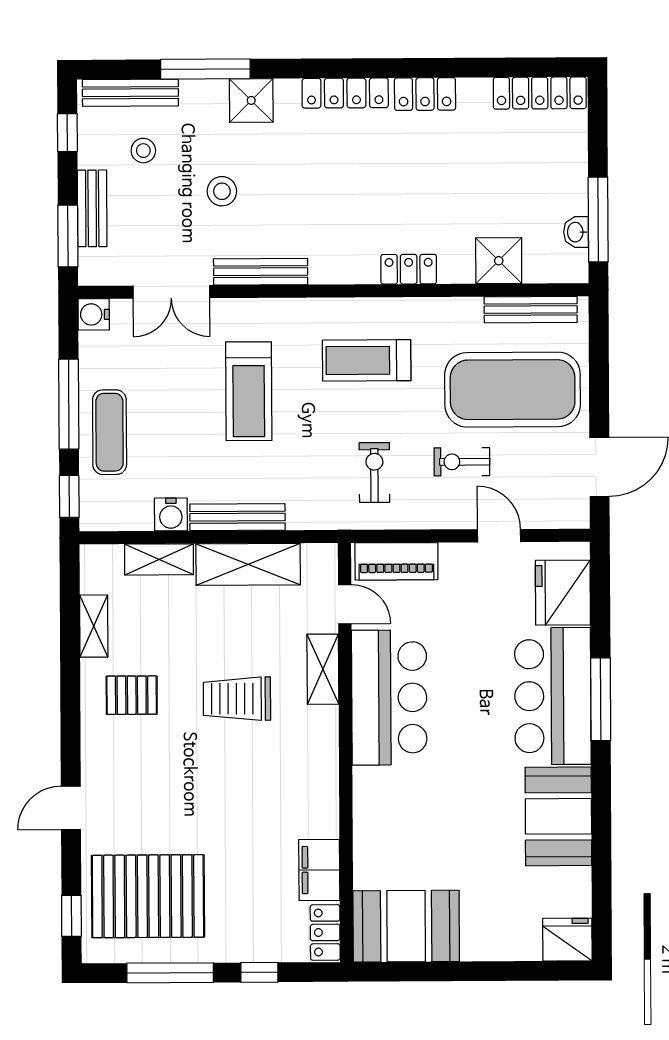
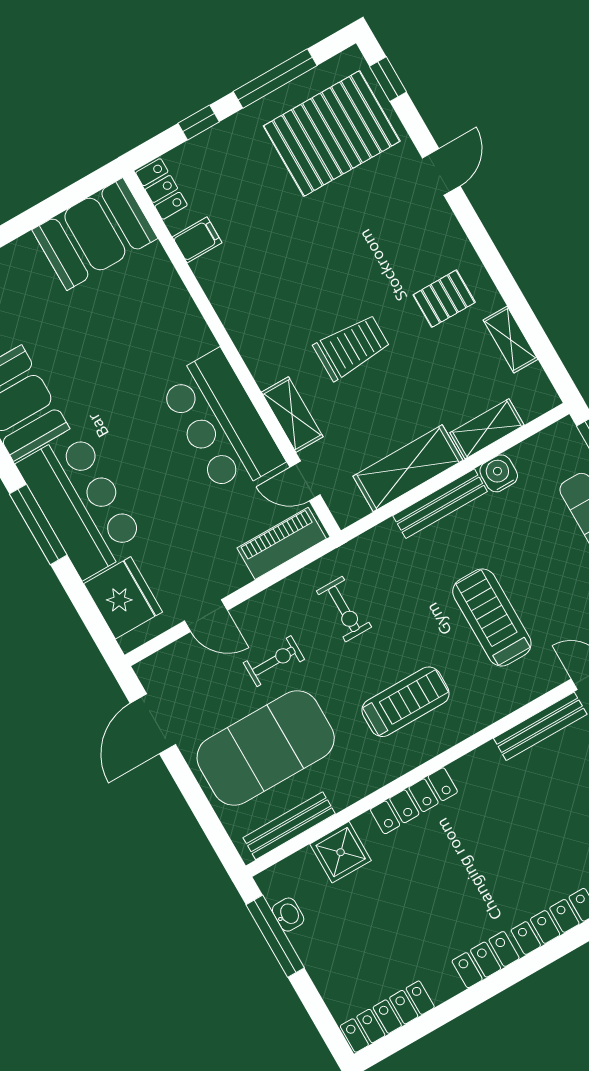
locker: (409, 269) -> (414, 801), width x1.53
filing cabinet: (319, 870) -> (197, 240), width x0.50

